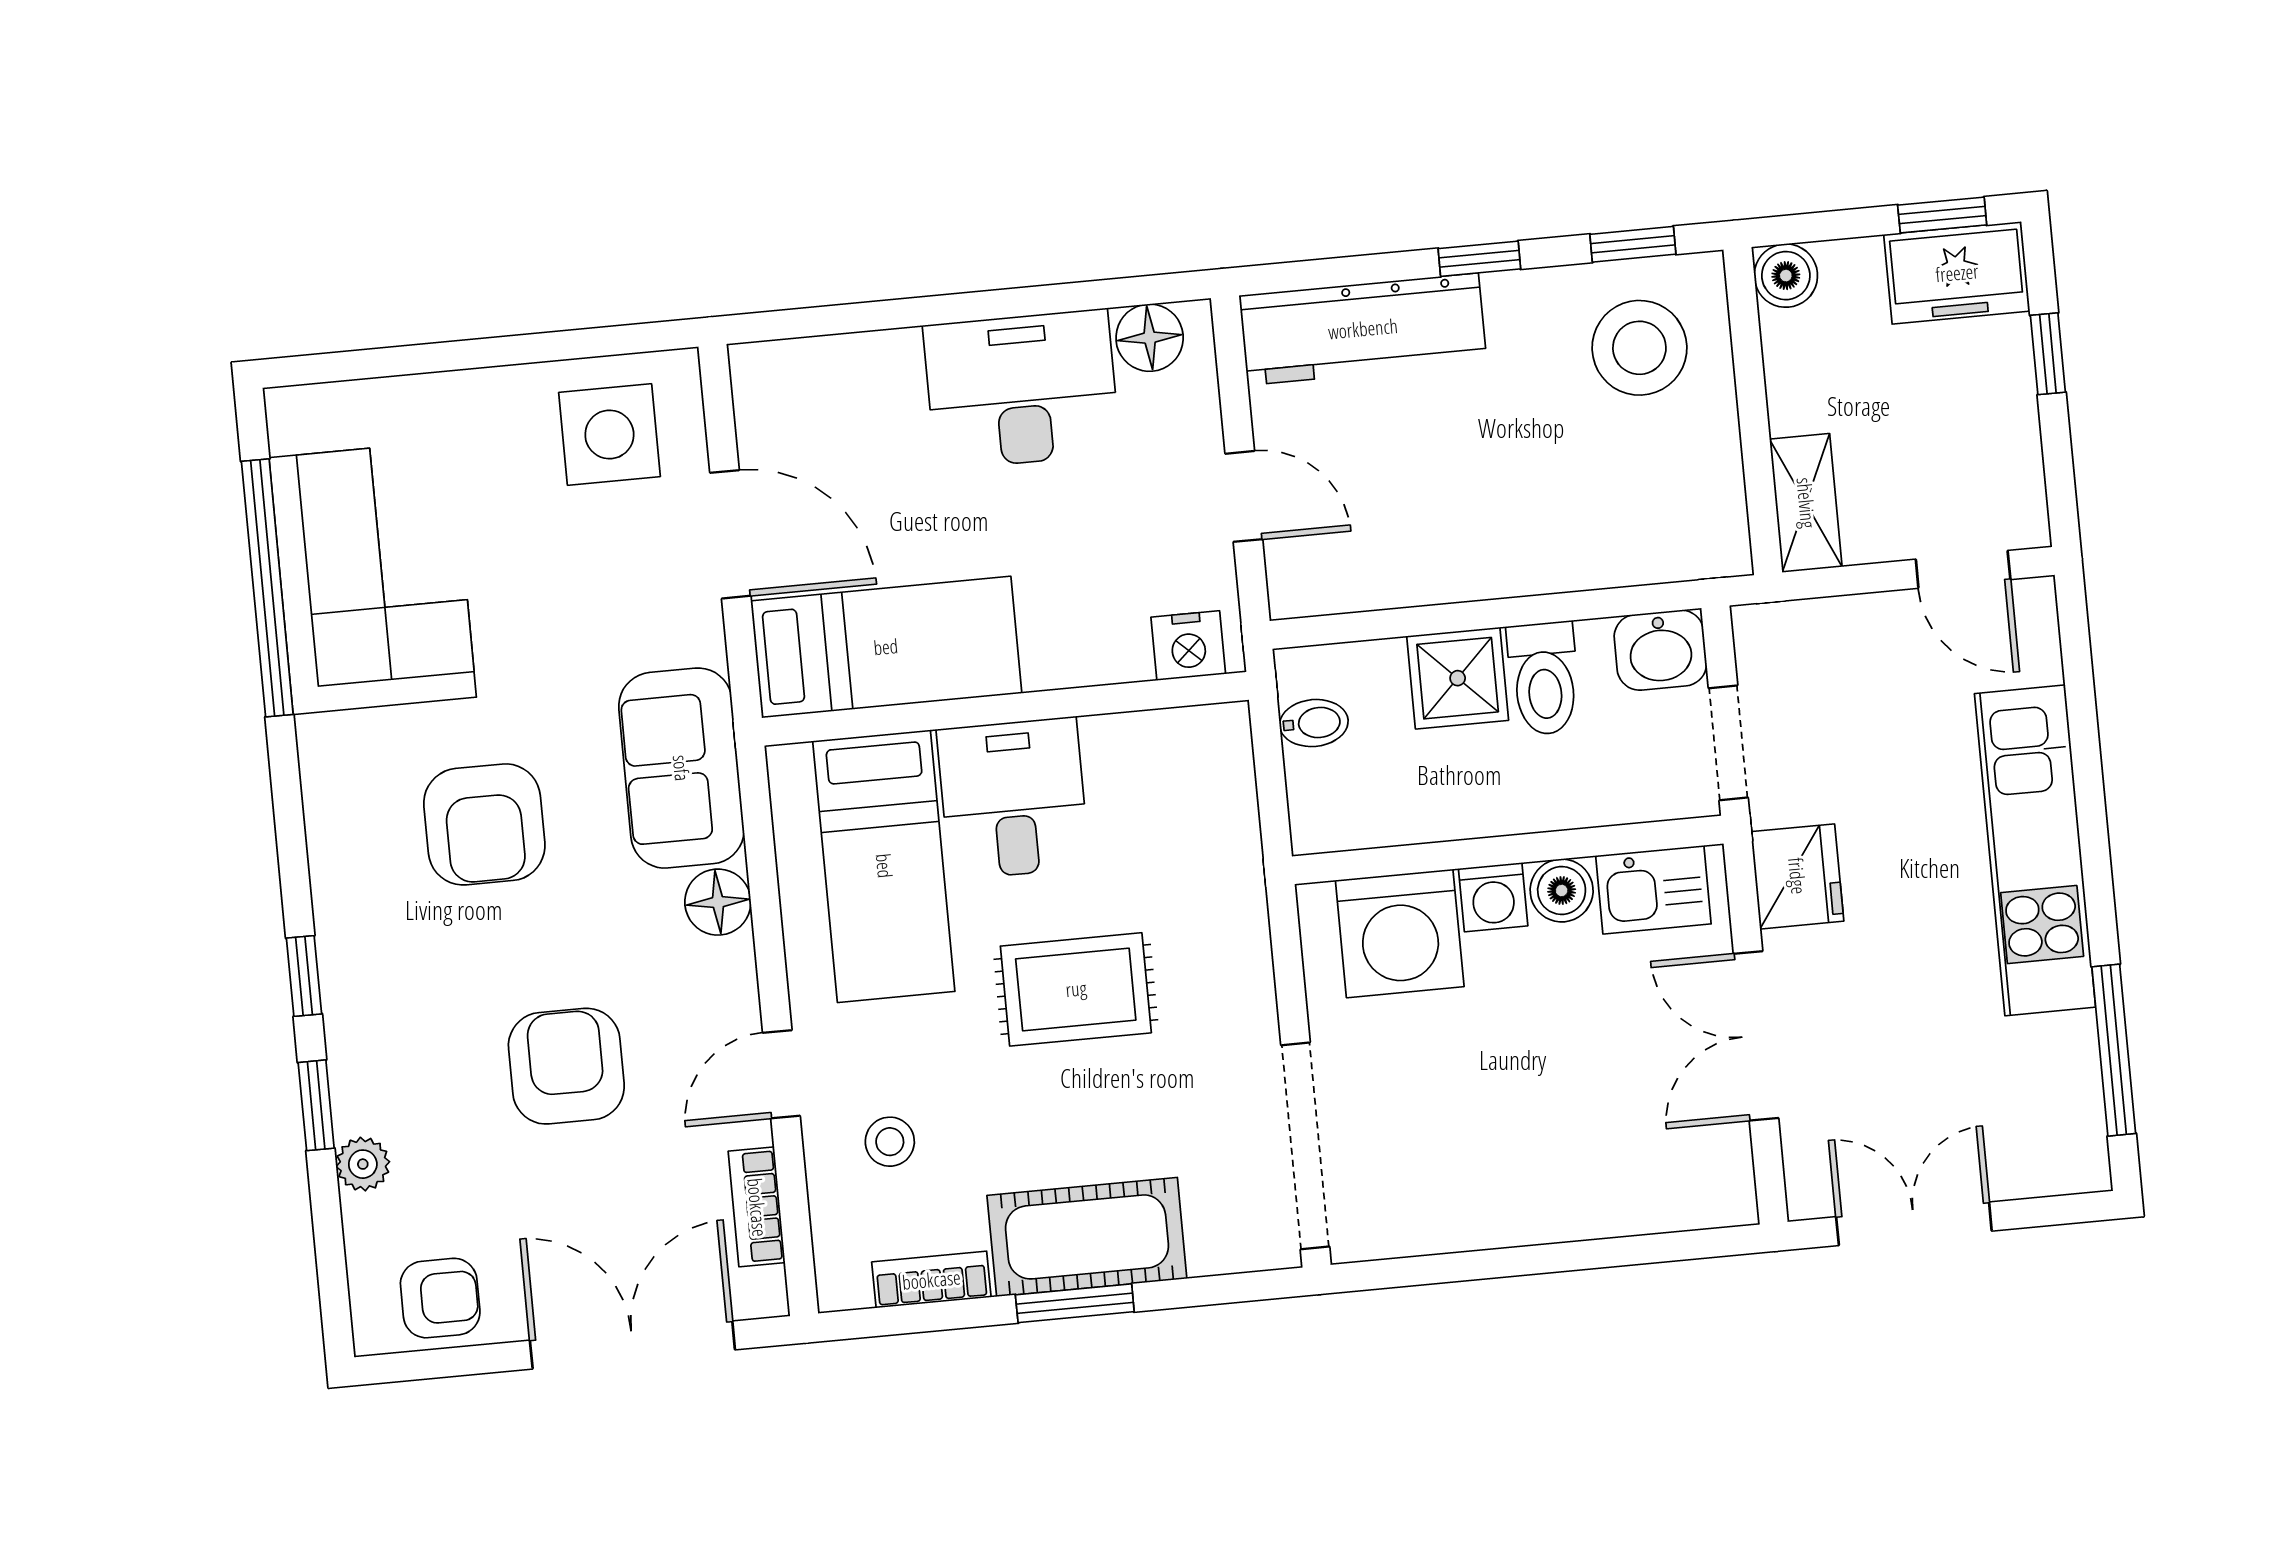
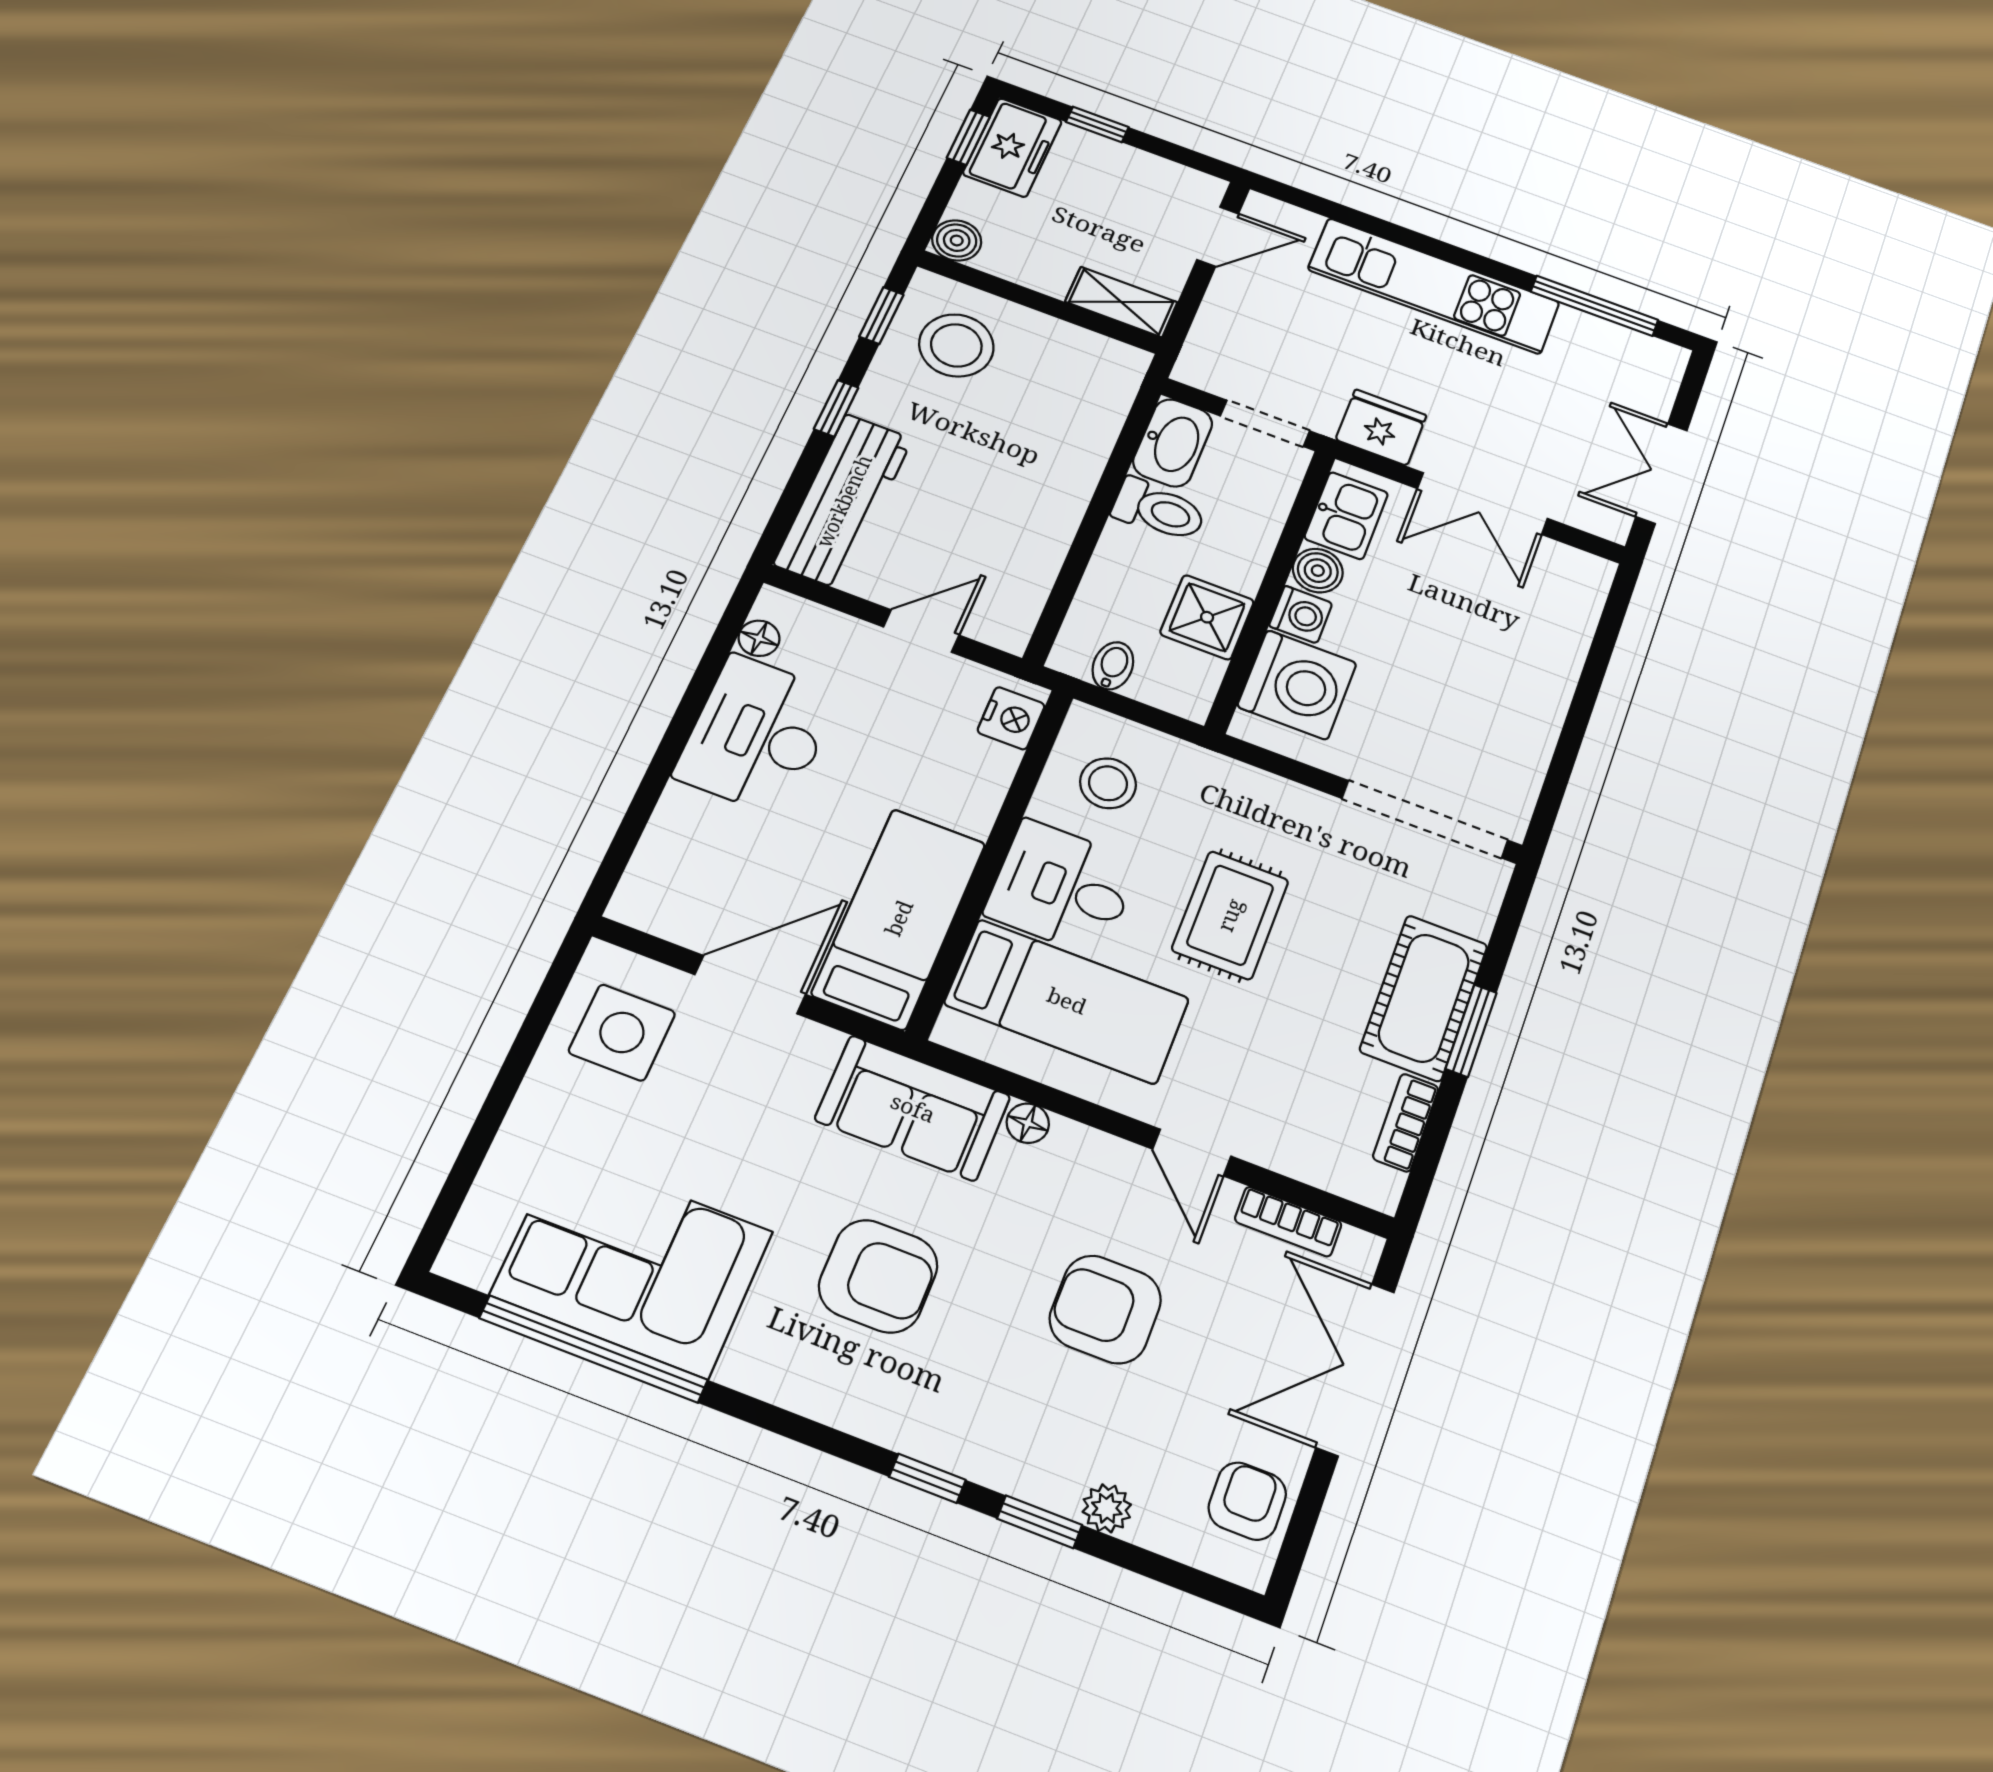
floor lamp: (1150, 338) -> (759, 638), width x0.73, depth x0.73
washbasin: (1660, 650) -> (1173, 443), width x1.38
shower: (1458, 678) -> (1207, 617), moved
floor lamp: (718, 902) -> (1028, 1123), width x0.73, depth x0.73
stool: (890, 1142) -> (1108, 783), moved, width x1.37, depth x1.37

